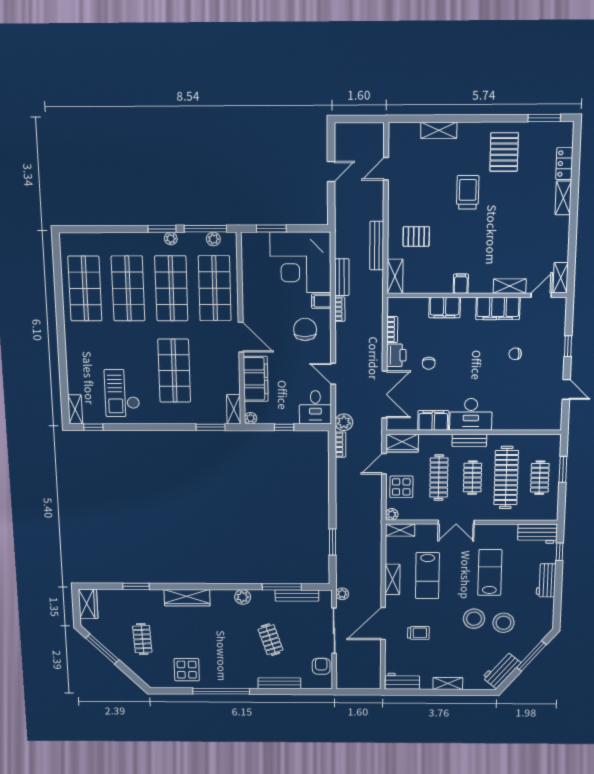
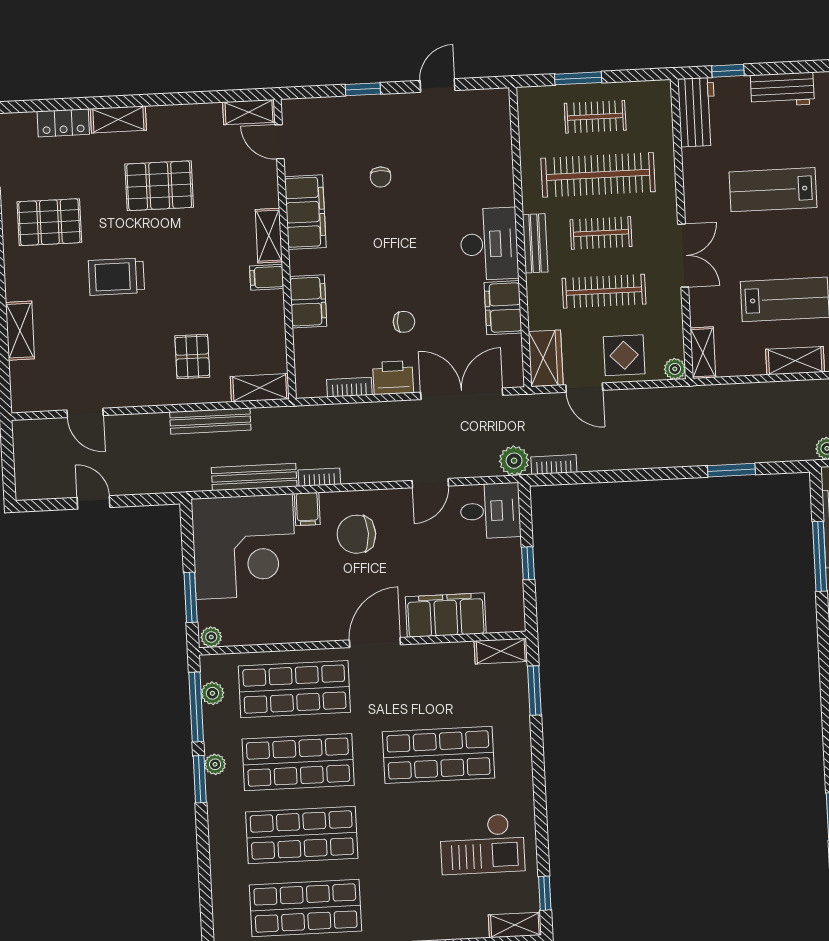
pallet: (521, 221) -> (159, 186), added
bench: (342, 277) -> (254, 477), width x1.36
shelving: (510, 286) -> (269, 236), moved
plant: (251, 418) -> (211, 637), moved

